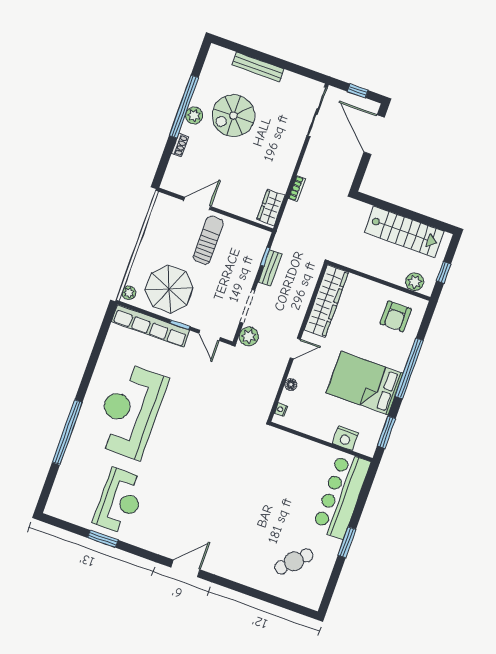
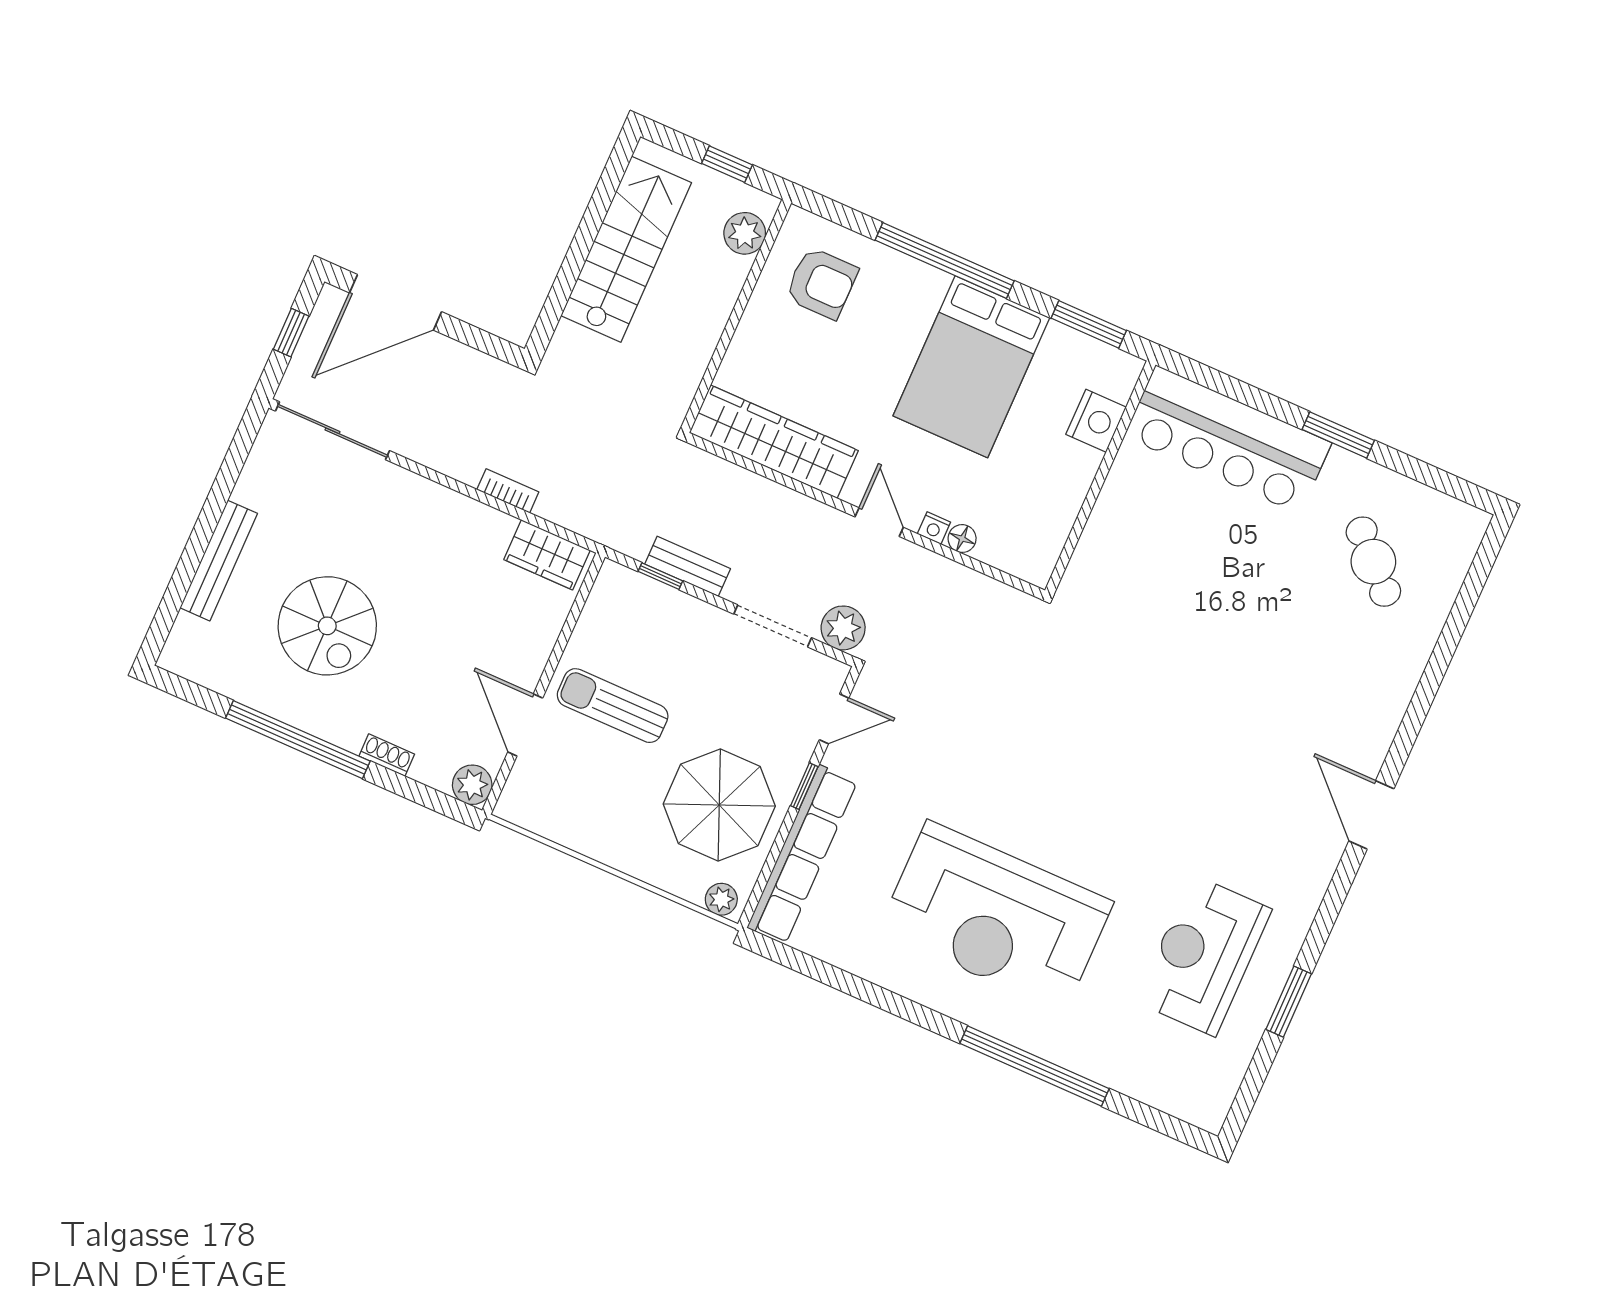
plant: (194, 115) -> (472, 785), moved
nightstand: (281, 410) -> (934, 528), moved
reception desk: (120, 501) -> (1204, 955), turned -90

